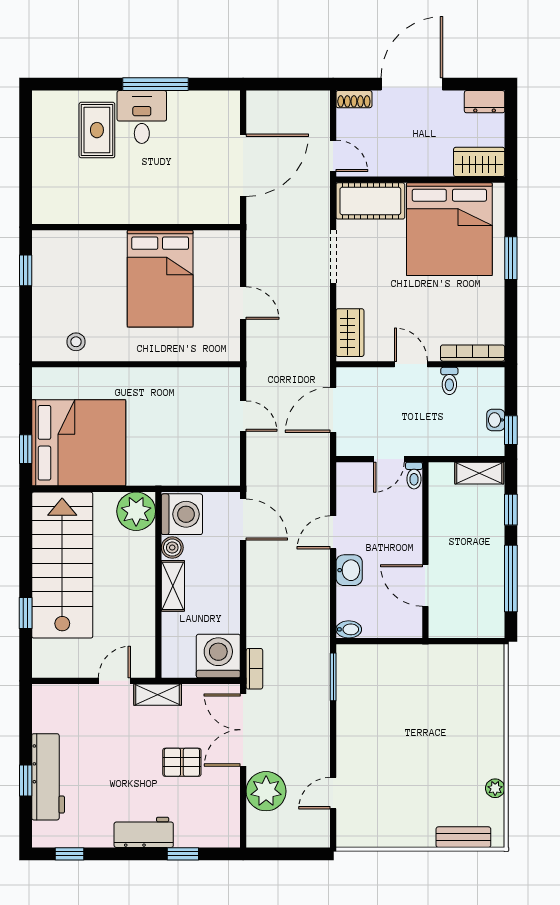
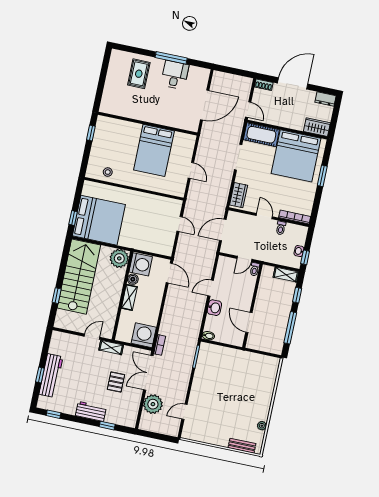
desk: (142, 117) -> (175, 75), moved
pallet: (182, 762) -> (116, 382), turned 90

